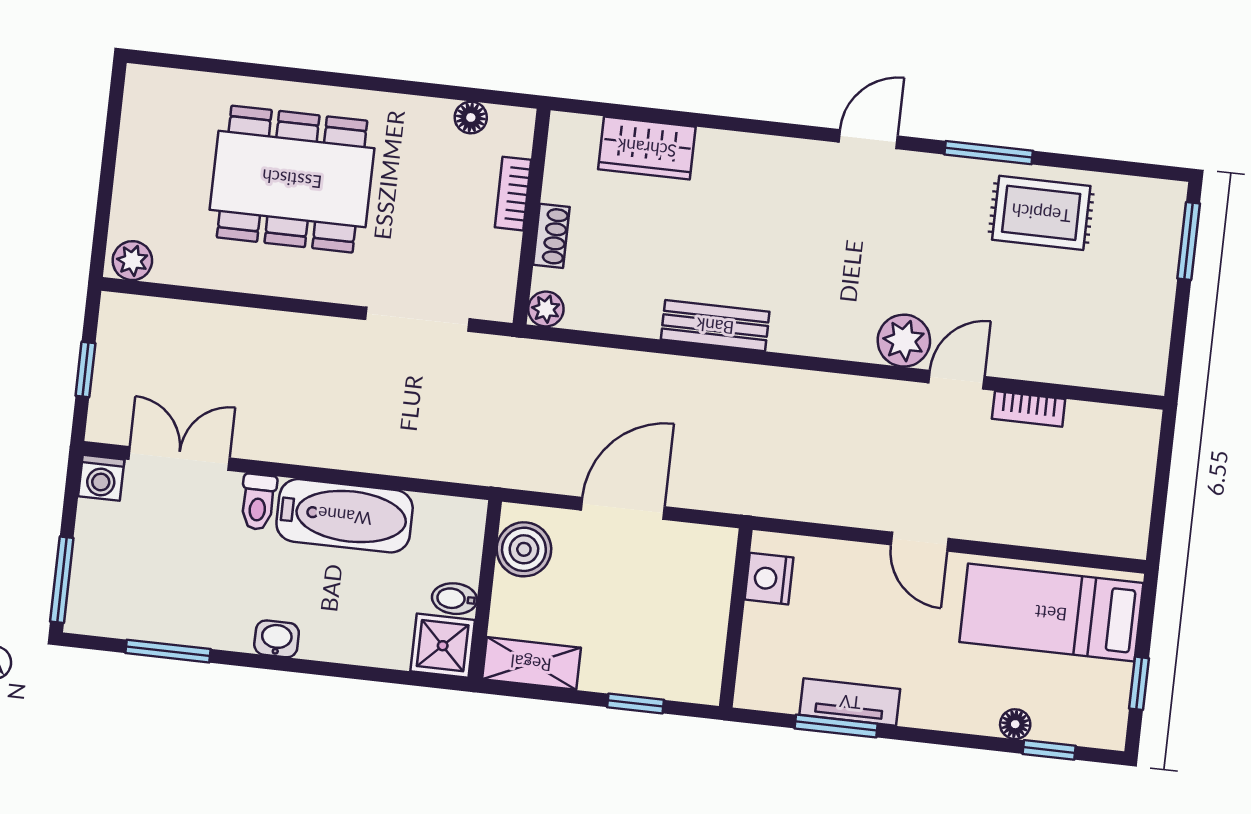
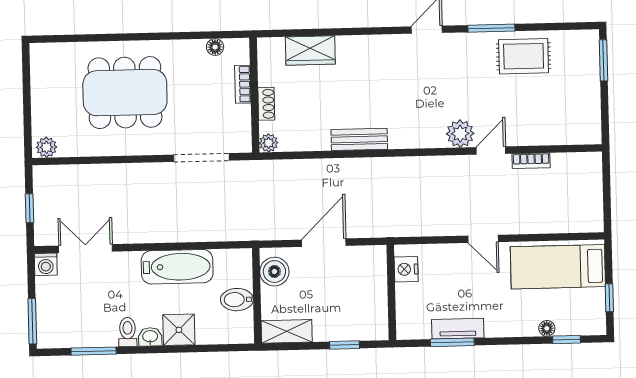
toilet: (258, 502) -> (128, 332), moved, turned 180
bidet: (455, 599) -> (237, 300), width x1.38, depth x1.36
shower: (443, 646) -> (179, 330), moved

